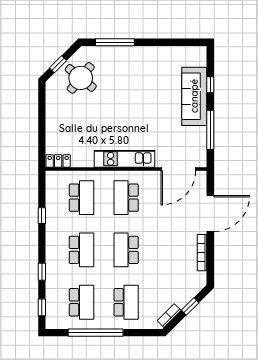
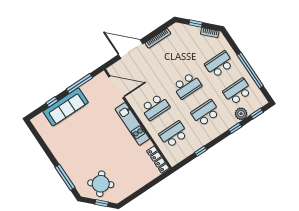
locker: (58, 161) -> (158, 159), width x1.53
plant: (54, 290) -> (241, 114), added

